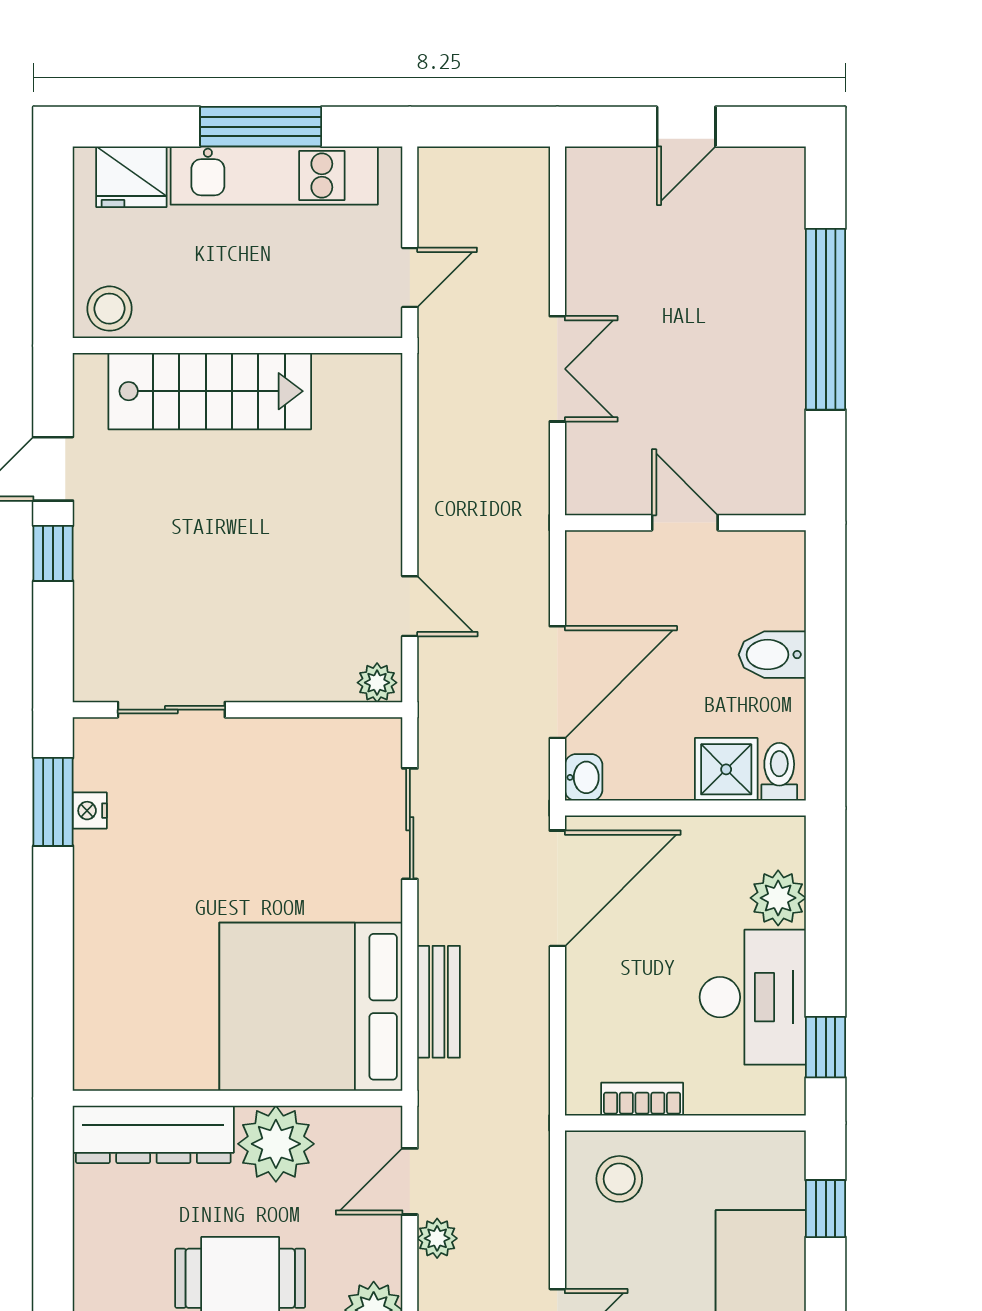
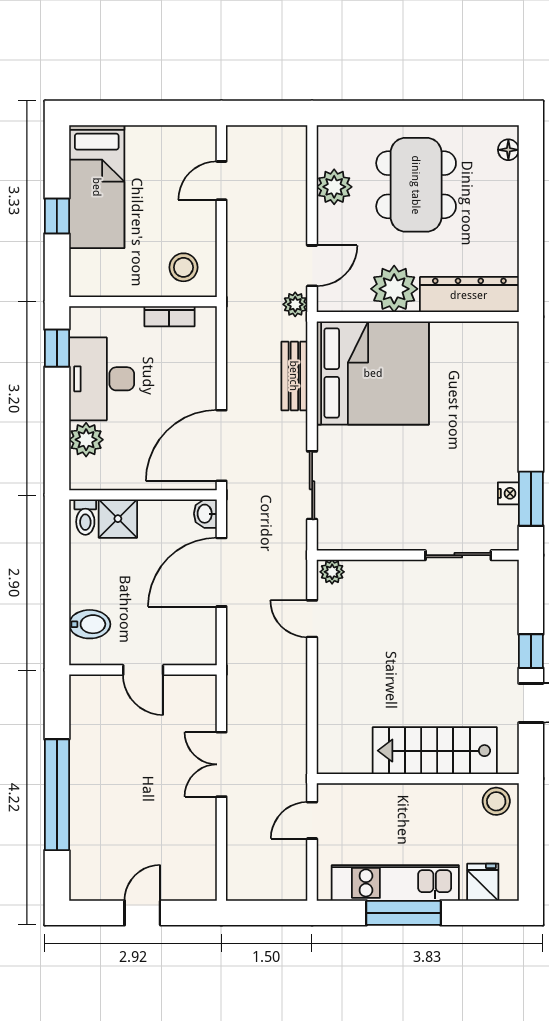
fridge: (131, 177) -> (483, 882), width x0.72
bidet: (772, 655) -> (90, 624), moved
window: (826, 1209) -> (57, 216), moved
plant: (437, 1238) -> (295, 304), moved

